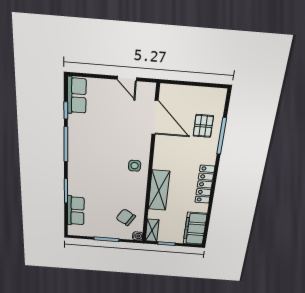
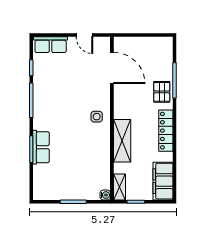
row of seats: (77, 96) -> (51, 45), moved, turned 90
pallet: (203, 126) -> (162, 92), moved
row of seats: (76, 211) -> (41, 147), moved
chair: (126, 217) -> (92, 174), removed

